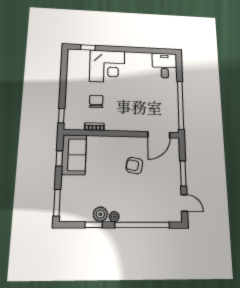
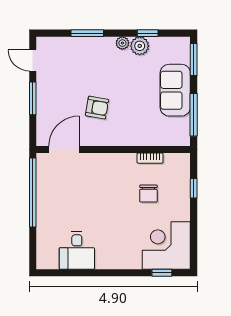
corner desk: (107, 66) -> (166, 245), moved
desk: (165, 66) -> (77, 251), moved
window: (61, 116) -> (194, 188), moved
sofa: (74, 155) -> (175, 90), moved
window: (59, 159) -> (194, 115), width x2.17
window: (142, 225) -> (87, 33), width x0.47

